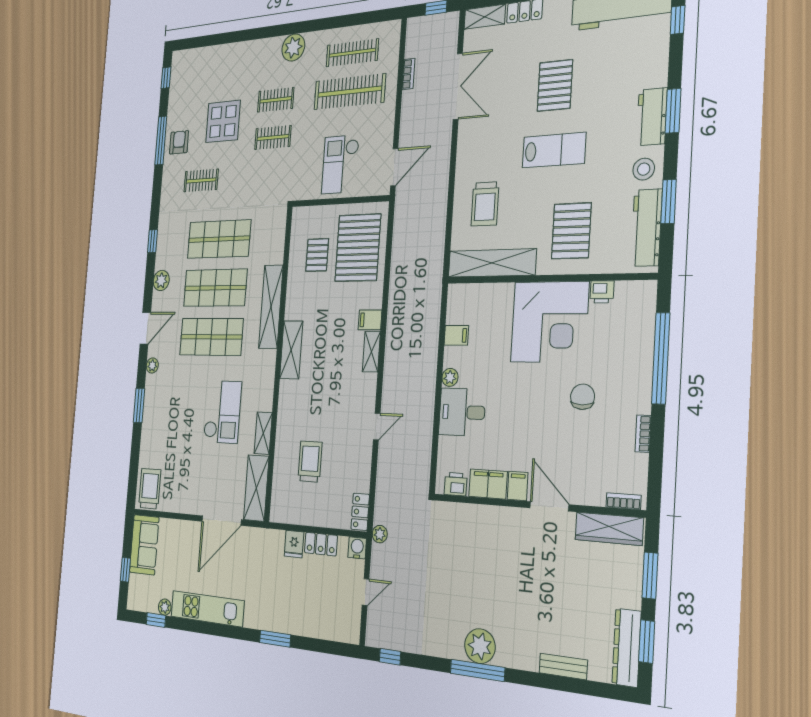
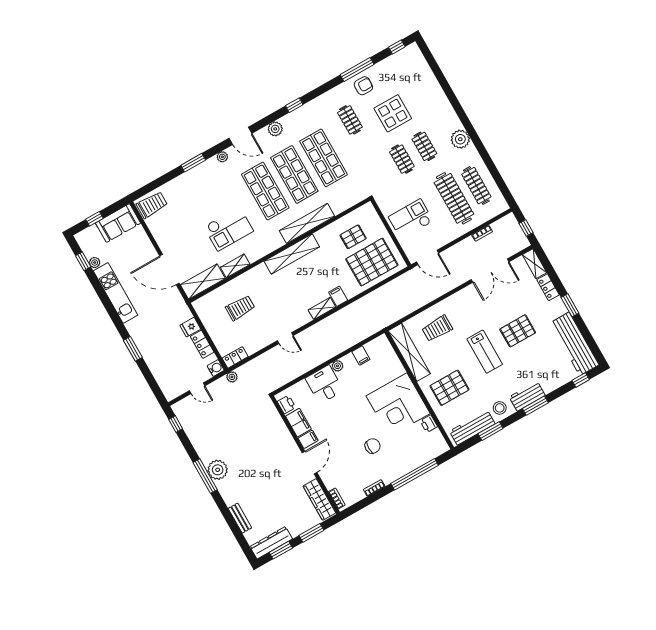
shelving: (291, 350) -> (292, 254), width x1.47

